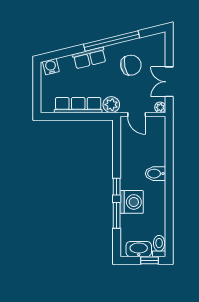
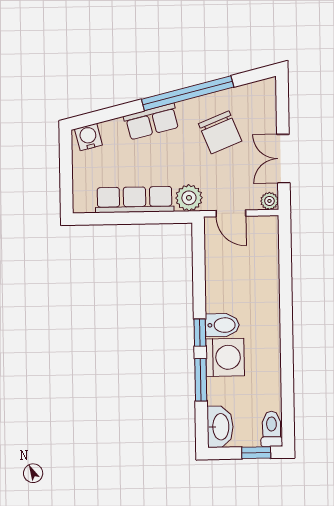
chair: (131, 65) -> (220, 132), turned 80
bidet: (155, 174) -> (222, 325), moved, turned 180
washbasin: (139, 249) -> (220, 427), moved, turned 90

